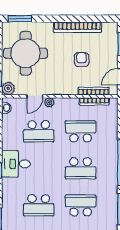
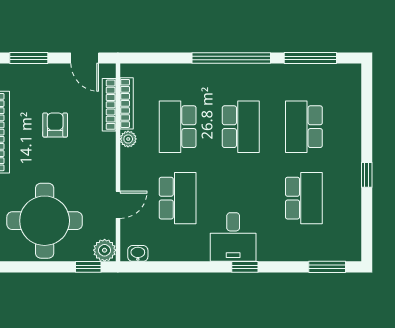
armchair: (82, 59) -> (55, 125), turned 90
door: (35, 96) -> (118, 205), hinge flipped
plant: (49, 102) -> (128, 139), moved

